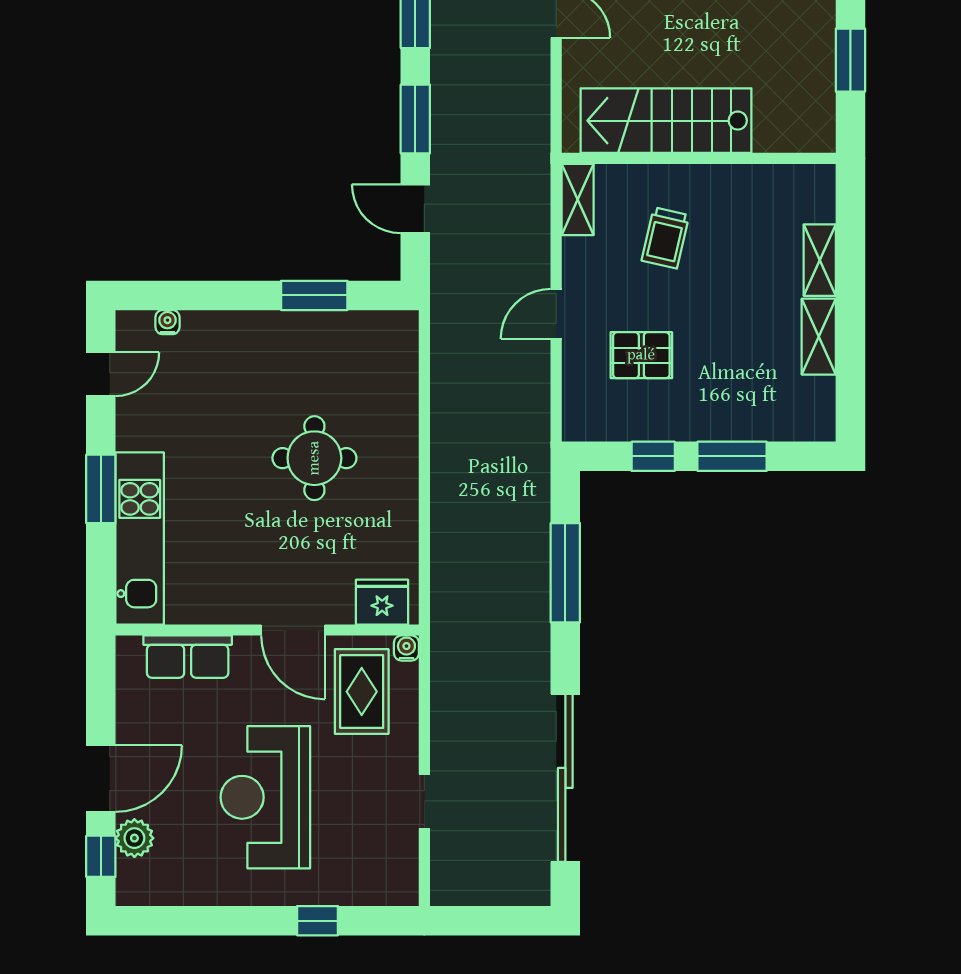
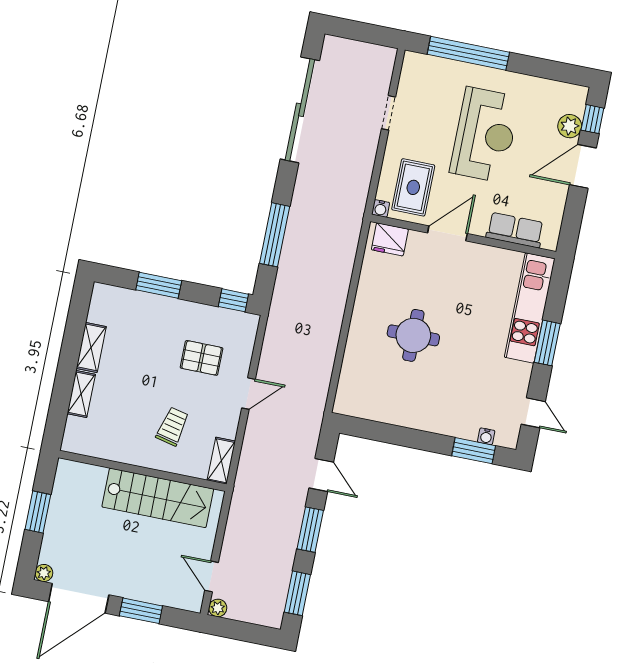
window: (314, 295) -> (474, 451), moved
door: (101, 374) -> (533, 413), swing flipped
window: (653, 456) -> (233, 300), moved
door: (293, 630) -> (447, 233), hinge flipped
window: (318, 921) -> (468, 53), width x3.17

